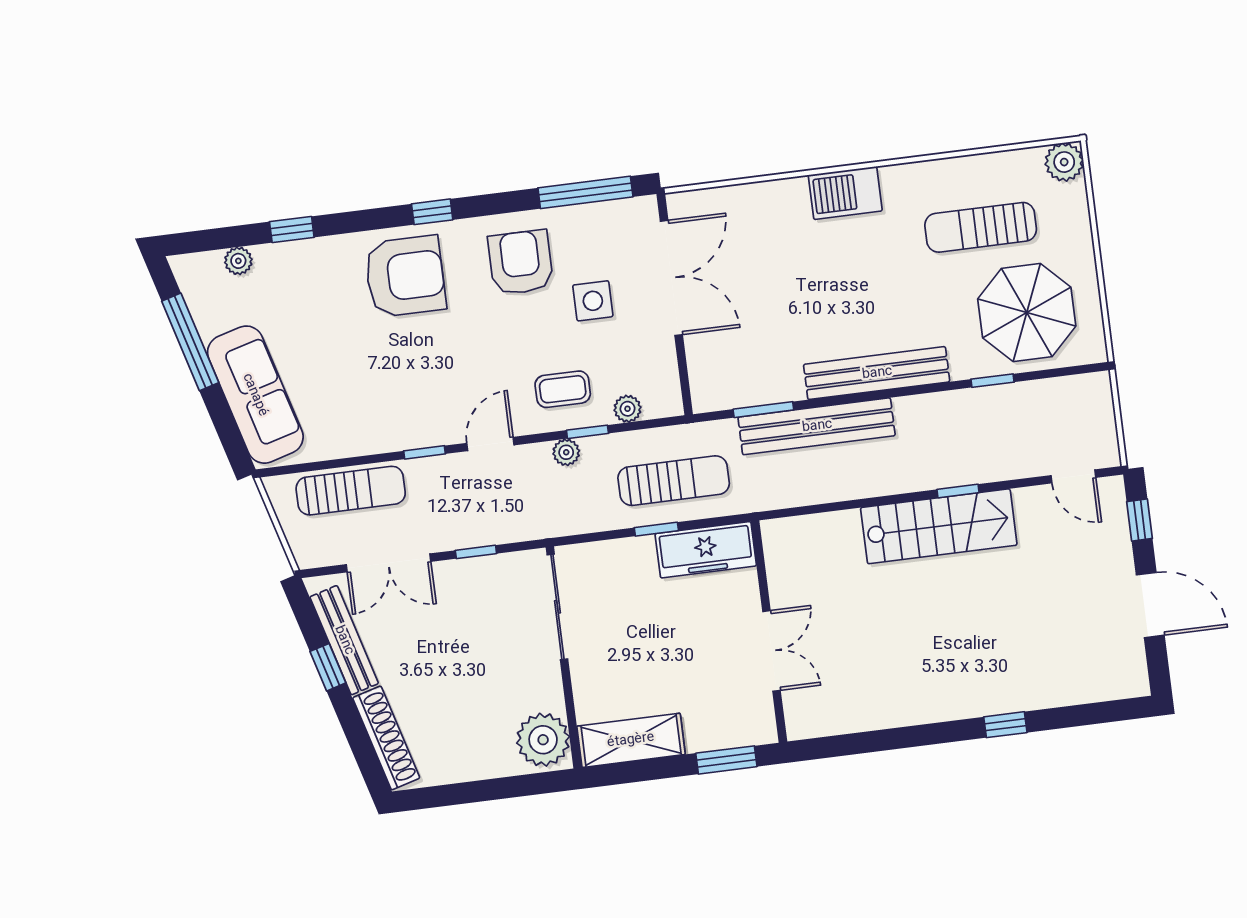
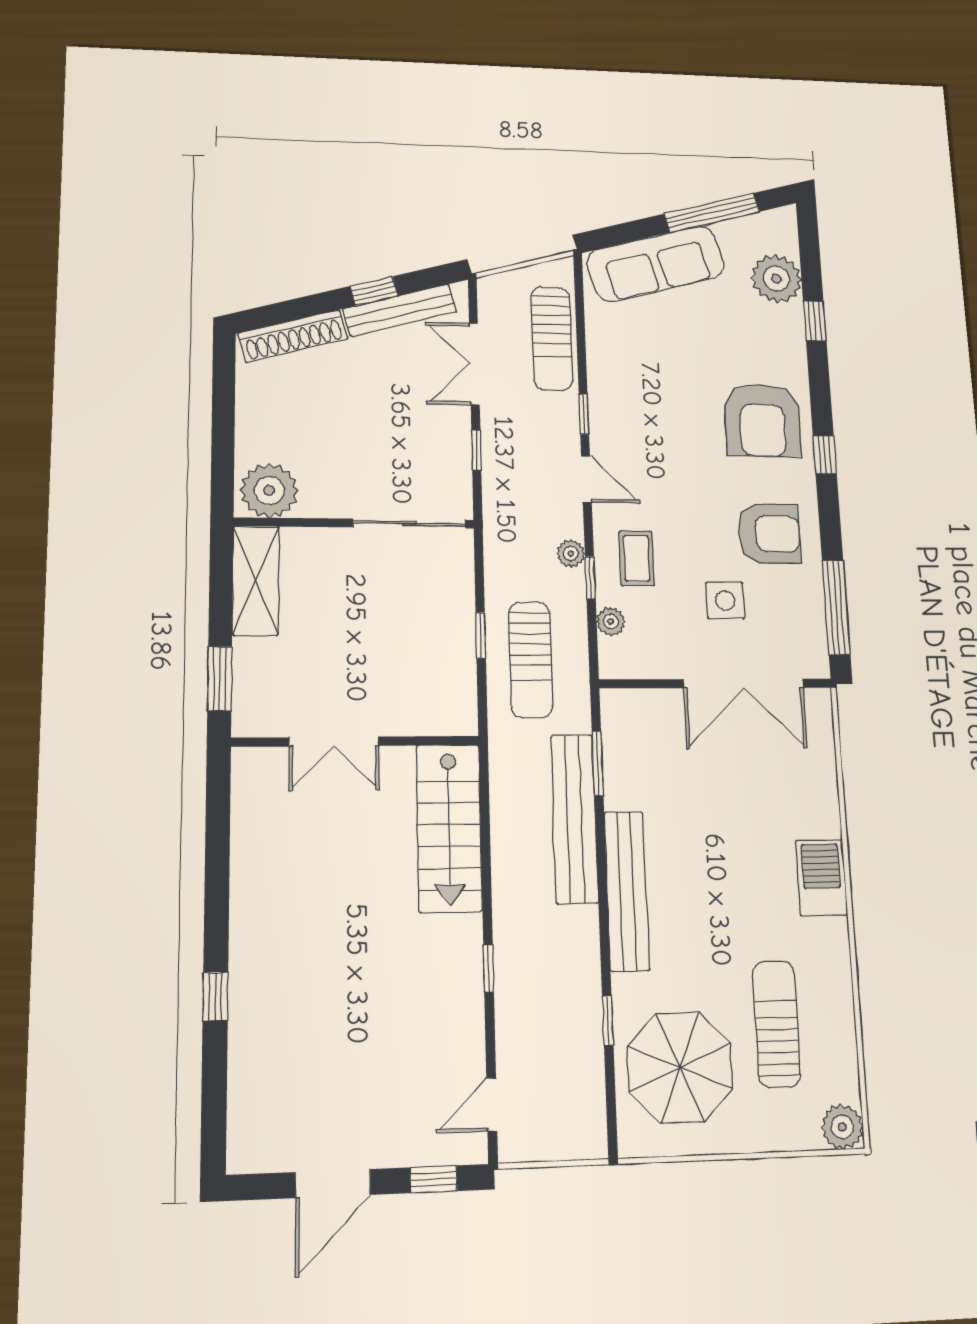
plant: (238, 261) -> (776, 279), width x1.88, depth x1.88
stairs: (939, 526) -> (449, 828), moved
freezer: (706, 550) -> (453, 684), removed

